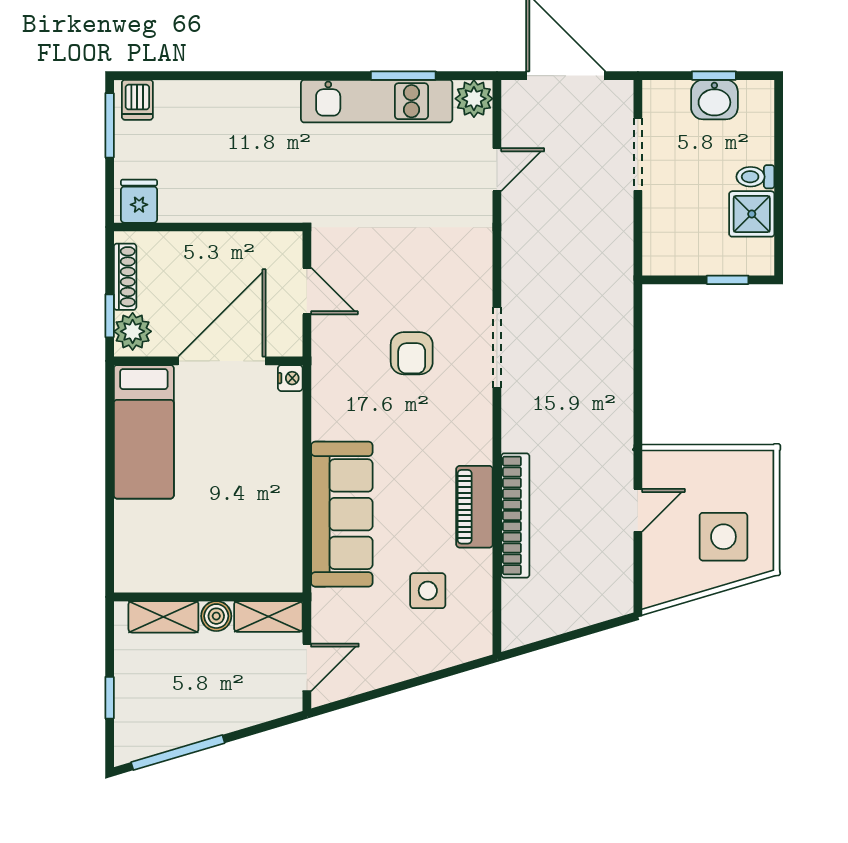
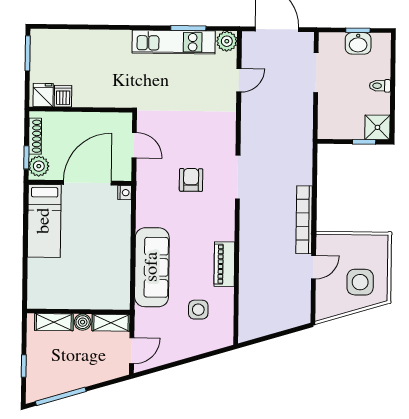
dishwasher: (137, 100) -> (63, 96), moved, turned 180
shower: (752, 214) -> (377, 127), moved
armchair: (412, 353) -> (191, 180), turned 180
bookcase: (515, 515) -> (304, 220), moved, turned 180

